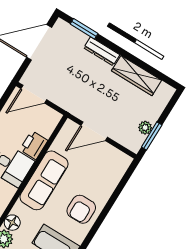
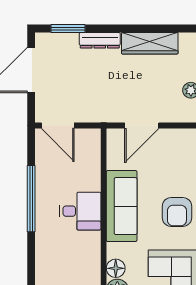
door: (34, 94) -> (58, 126), hinge flipped
printer: (34, 145) -> (89, 177), removed

